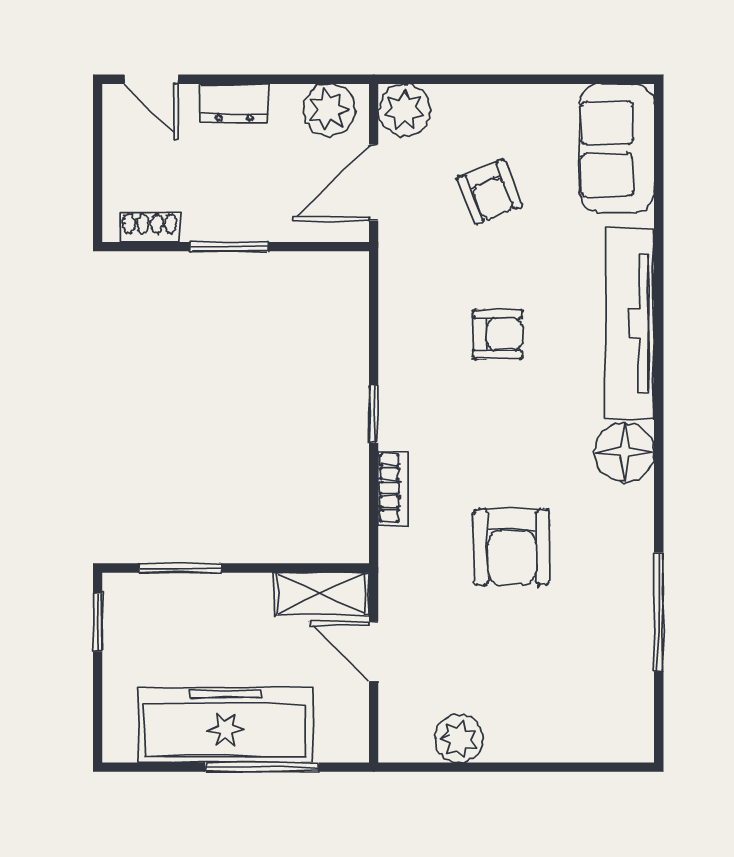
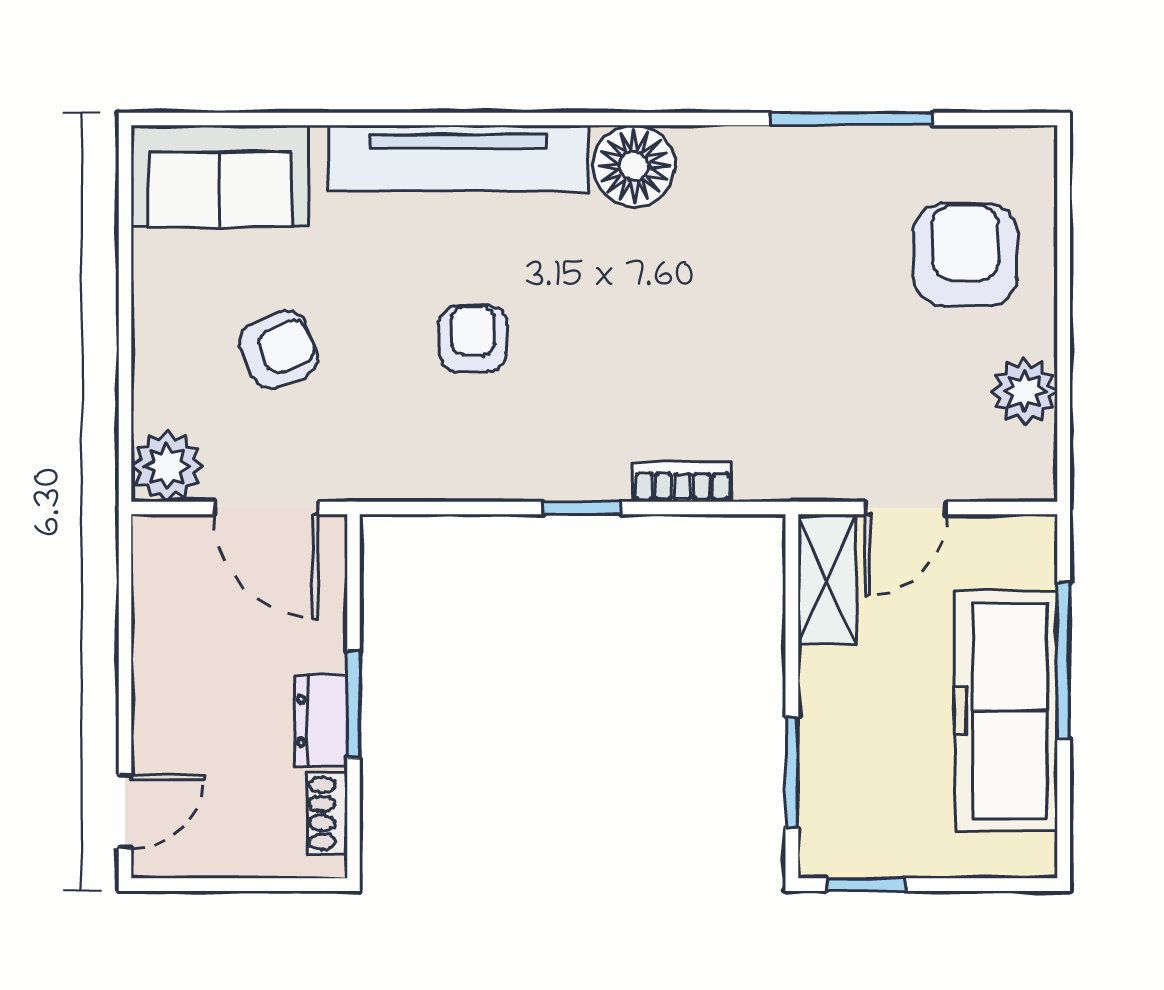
dresser: (234, 103) -> (321, 721), moved, turned 180
plant: (329, 110) -> (167, 569), removed
armchair: (512, 547) -> (965, 255), moved, turned -90

